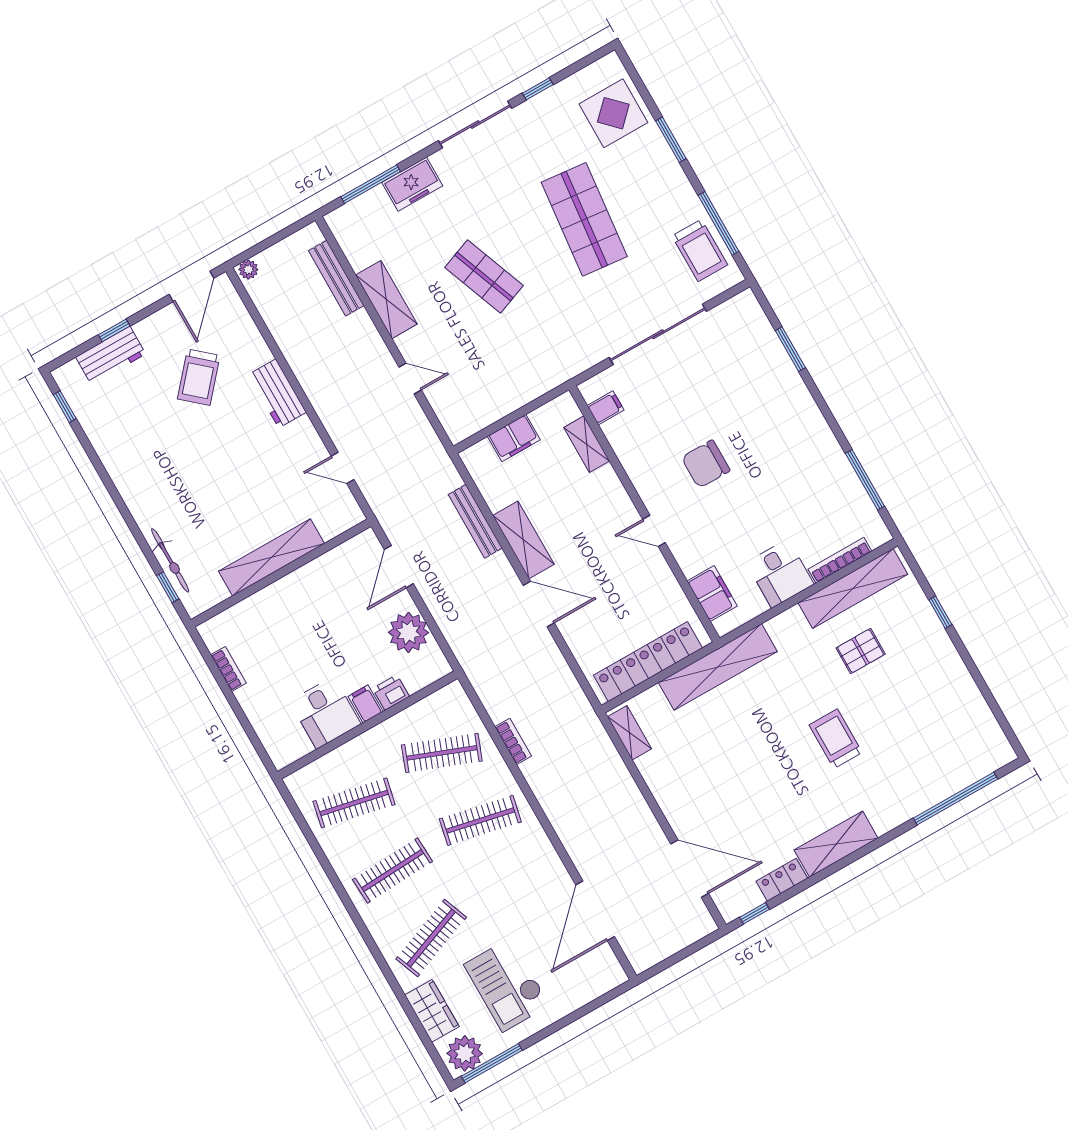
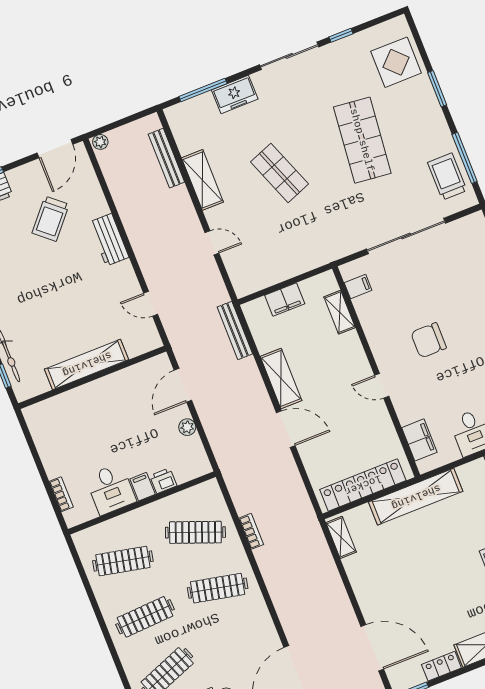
trolley: (700, 250) -> (447, 176), turned 180
bench: (475, 521) -> (235, 330), moved
plant: (408, 632) -> (187, 427), width x0.53, depth x0.53
bookcase: (229, 669) -> (61, 494), moved

